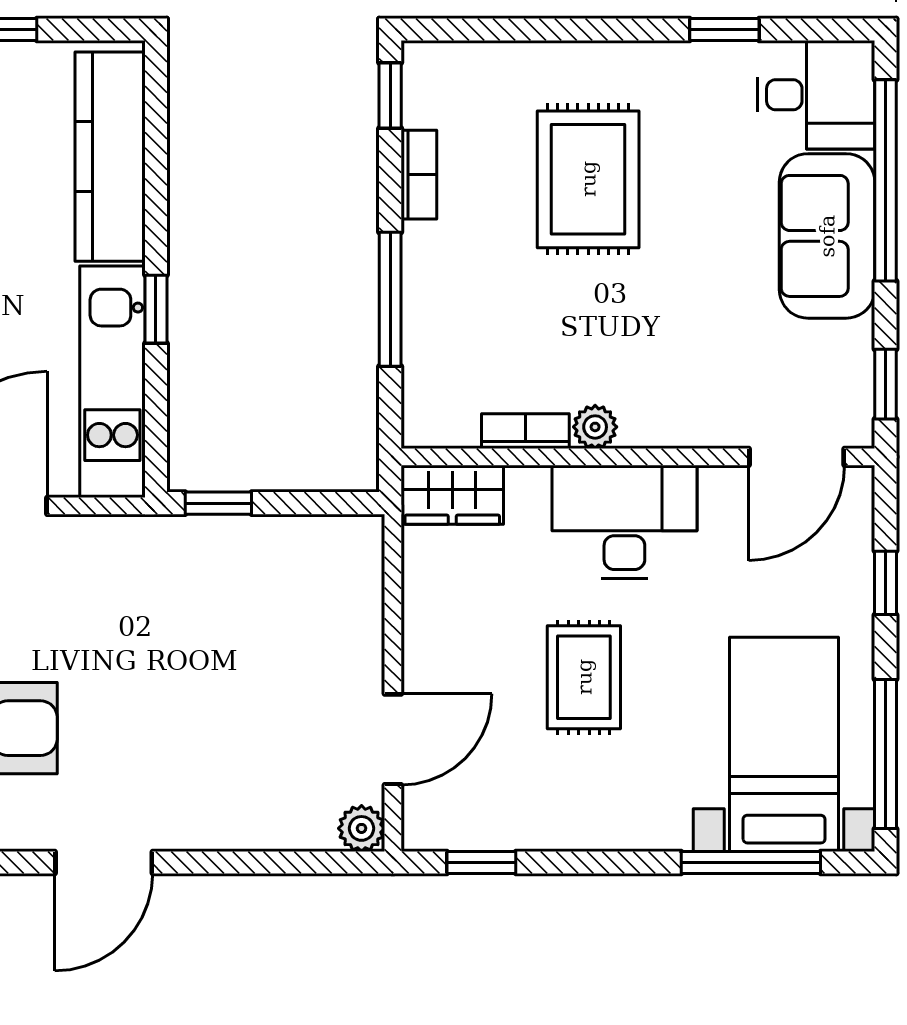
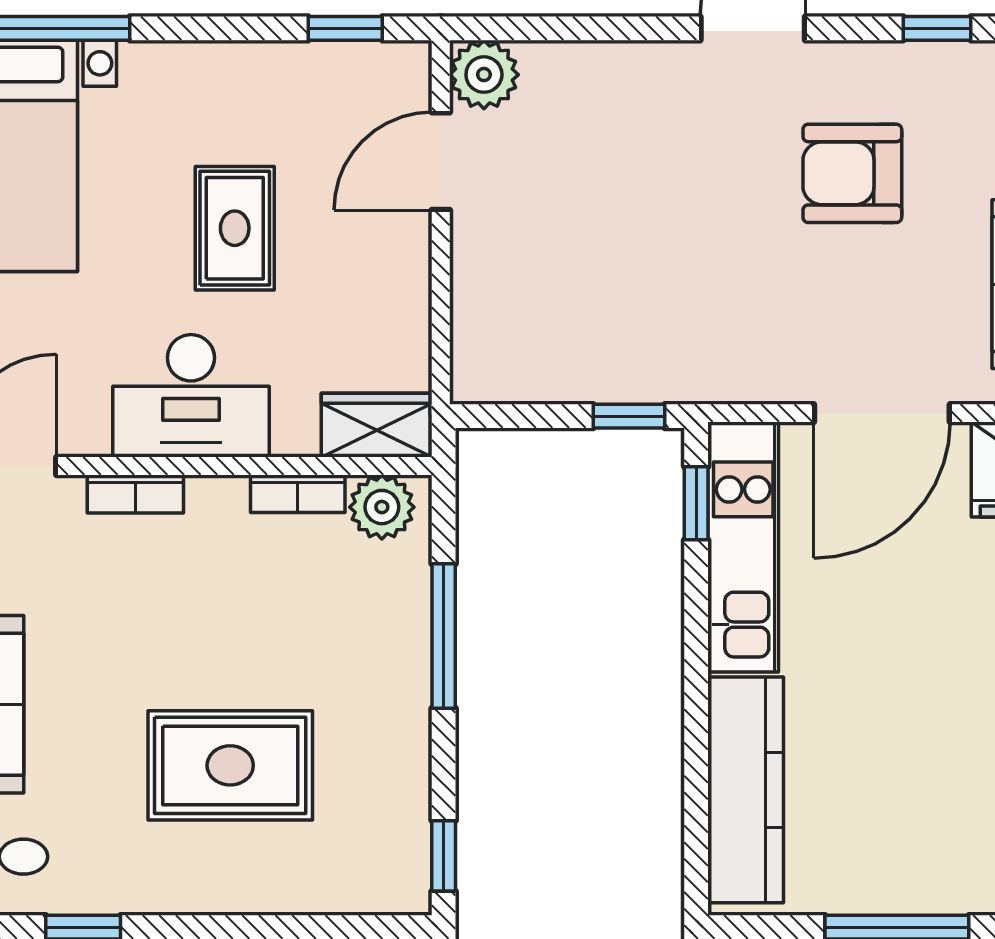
bookcase: (419, 175) -> (135, 494), moved, turned -90
rug: (588, 179) -> (230, 765), turned 90
window: (156, 309) -> (696, 503), moved
plant: (595, 427) -> (382, 507), moved, width x1.38, depth x1.38
plant: (362, 828) -> (484, 75), width x1.38, depth x1.38

